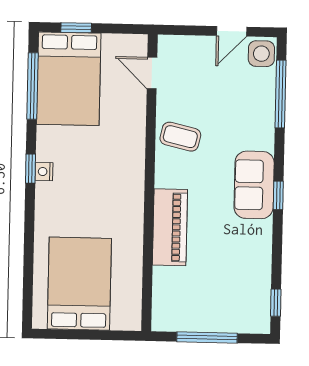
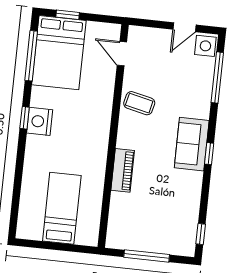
nightstand: (44, 172) -> (40, 121), width x1.89, depth x1.79
piano: (170, 227) -> (123, 170), width x0.73, depth x0.75
bed: (79, 284) -> (62, 208), width x0.67

